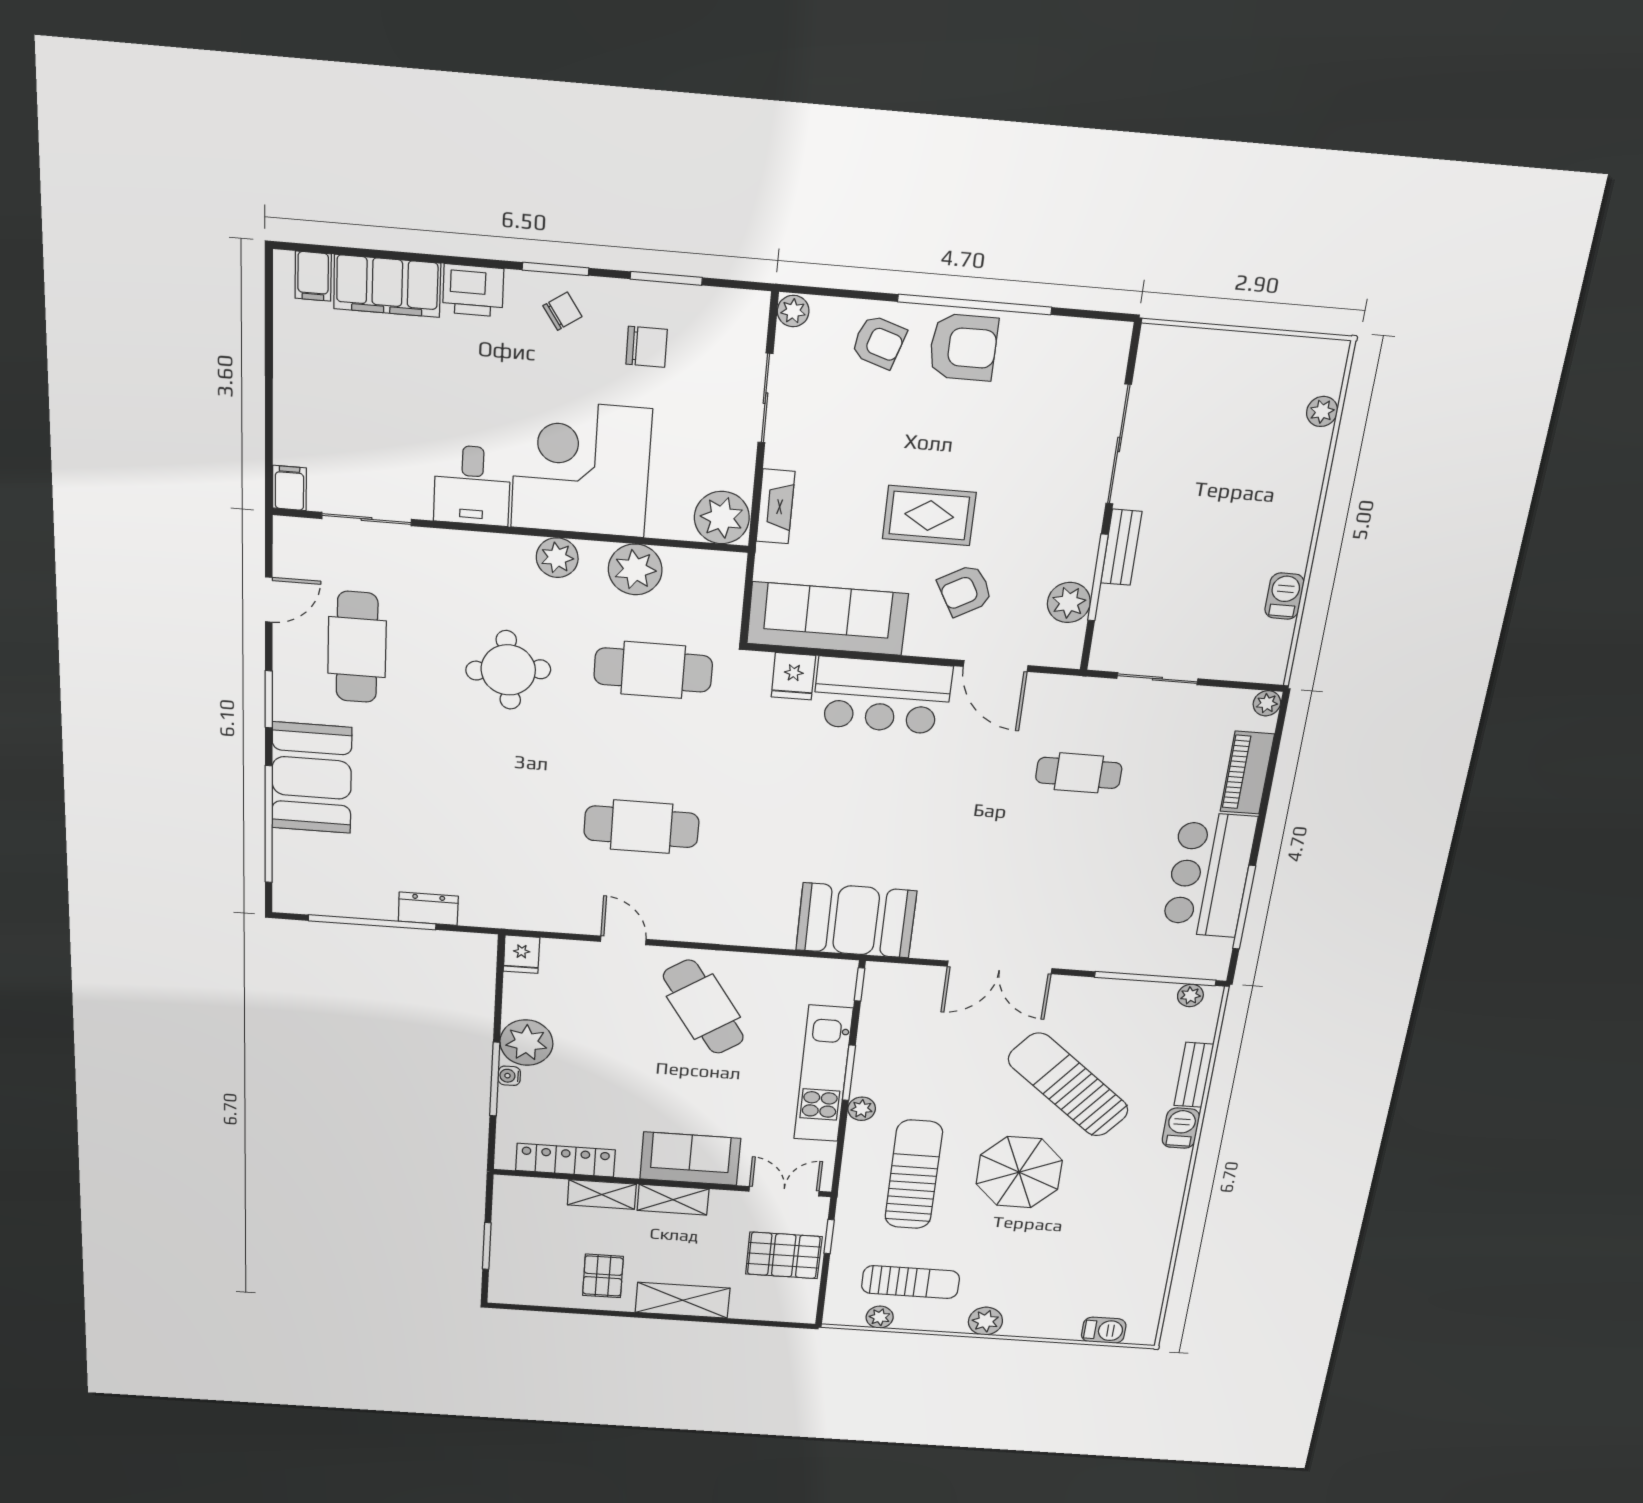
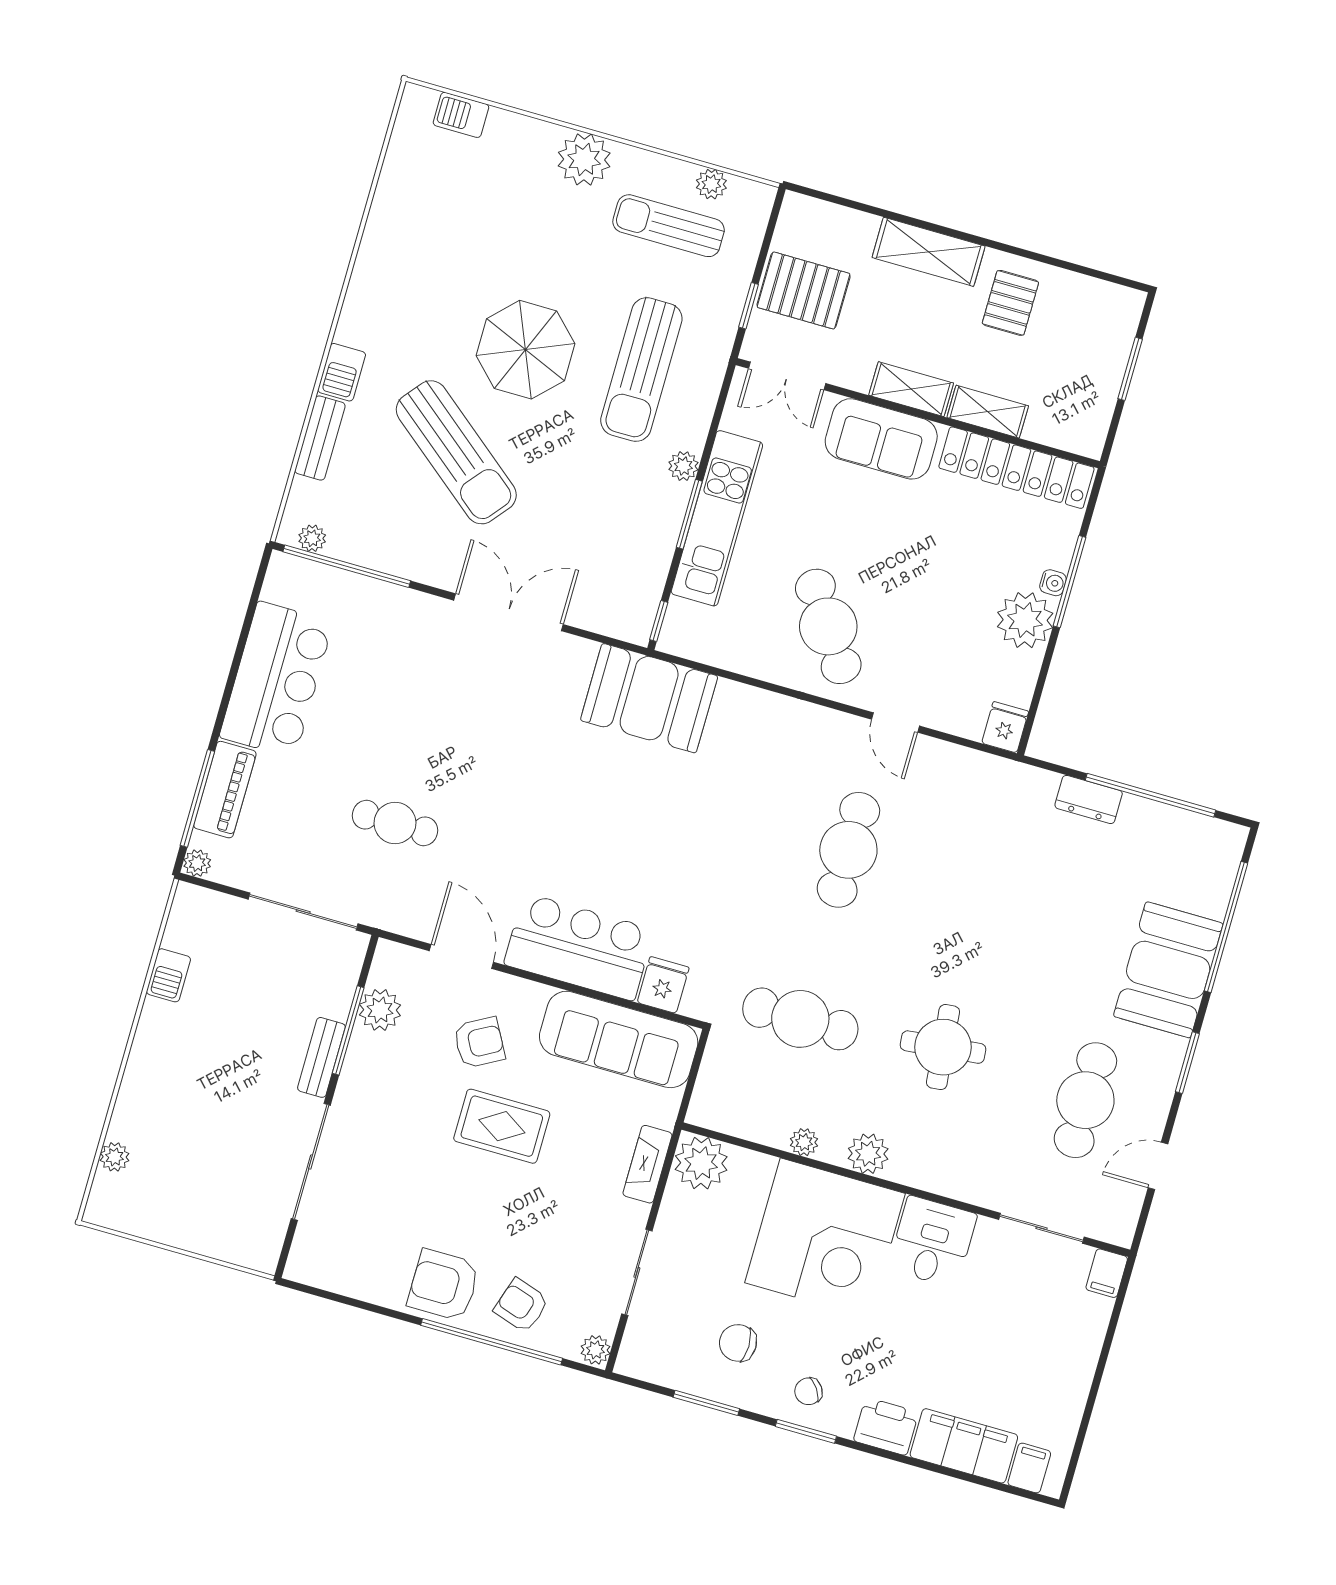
window: (975, 305) -> (492, 1342), moved
plant: (635, 569) -> (804, 1142), width x0.53, depth x0.53
sliding door: (1157, 679) -> (303, 911), width x1.37
cafe table: (641, 827) -> (848, 850), turned 90
window: (1244, 907) -> (197, 798), moved
locker: (565, 1160) -> (1016, 468), width x1.41, depth x1.21
plant: (985, 1321) -> (584, 160), width x1.36, depth x1.36

